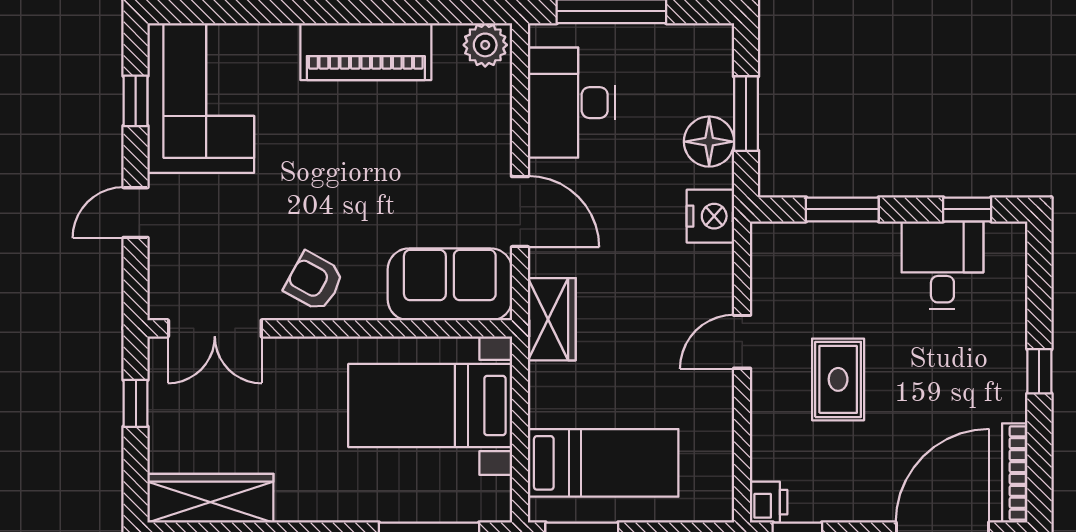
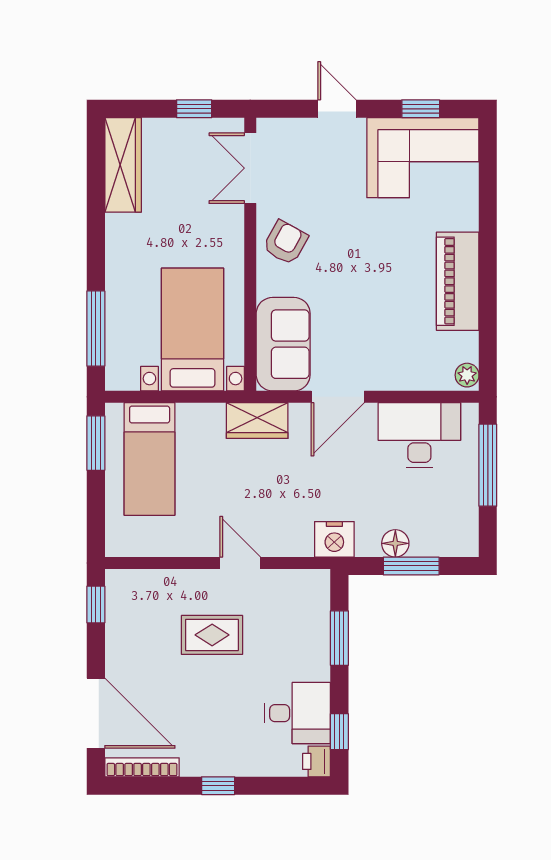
plant: (485, 45) -> (467, 375), width x0.73, depth x0.73
floor lamp: (709, 142) -> (395, 543), width x0.73, depth x0.73
printer: (769, 502) -> (316, 761), moved, turned 90

